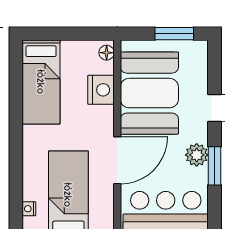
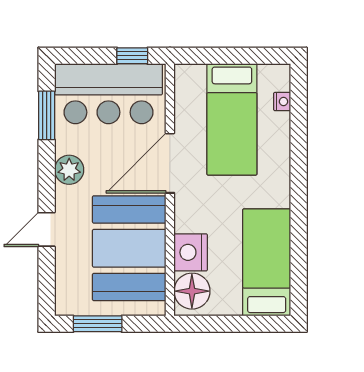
floor lamp: (107, 53) -> (192, 291), width x1.89, depth x1.89
window: (214, 166) -> (47, 115), moved

